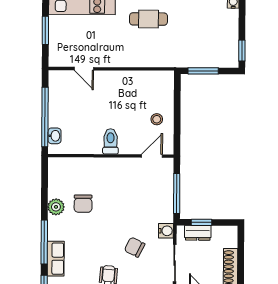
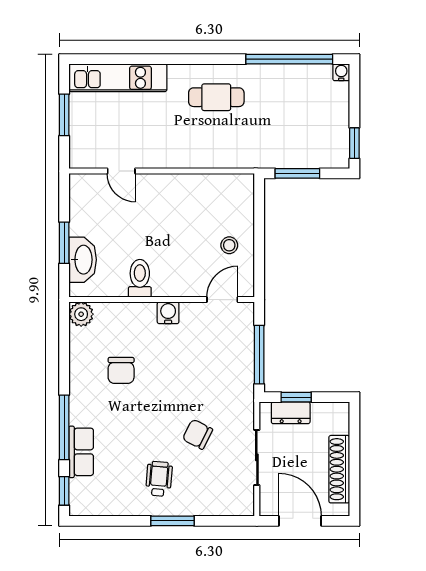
window: (45, 117) -> (64, 243), width x0.47
washbasin: (55, 136) -> (83, 260), width x1.91, depth x1.45
toilet: (111, 141) -> (140, 278), moved
plant: (56, 207) -> (81, 314), moved
water cooler: (166, 231) -> (168, 313), moved, turned -90

